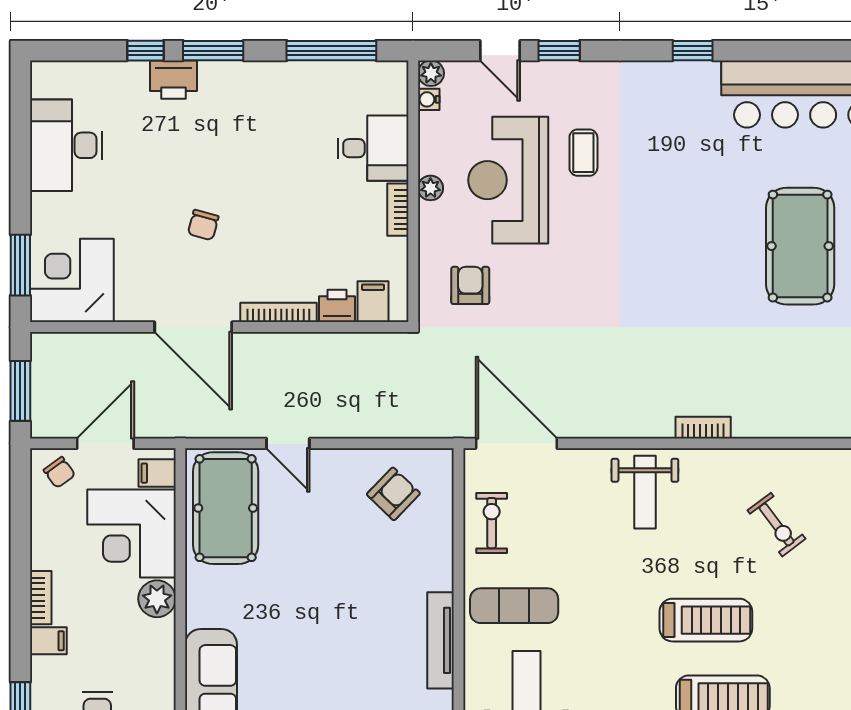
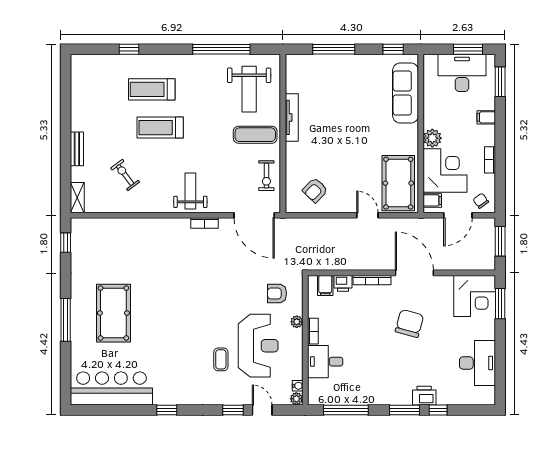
plant: (430, 188) -> (297, 322), moved
chair: (203, 225) -> (409, 323), width x1.87, depth x1.87
armchair: (470, 285) -> (277, 293), turned 90
bookcase: (703, 428) -> (205, 223), moved
bookcase: (41, 598) -> (490, 160), moved

